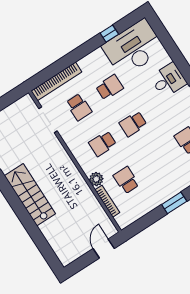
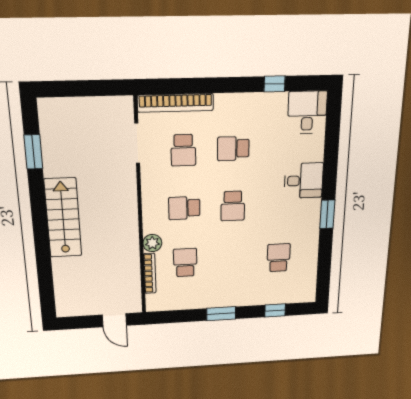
desk: (133, 48) -> (307, 112), width x0.53, depth x0.77
school desk: (109, 87) -> (233, 149), turned 180
school desk: (133, 124) -> (233, 206), turned -90
door: (104, 248) -> (114, 320), swing flipped

